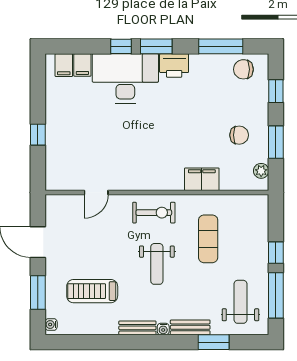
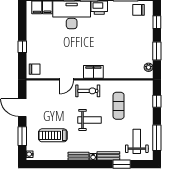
chair: (239, 135) -> (35, 69), moved
filing cabinet: (202, 179) -> (93, 72), moved
door: (96, 192) -> (66, 79), moved
window: (276, 253) -> (157, 101), moved
weight bench: (157, 264) -> (89, 120), turned -90

